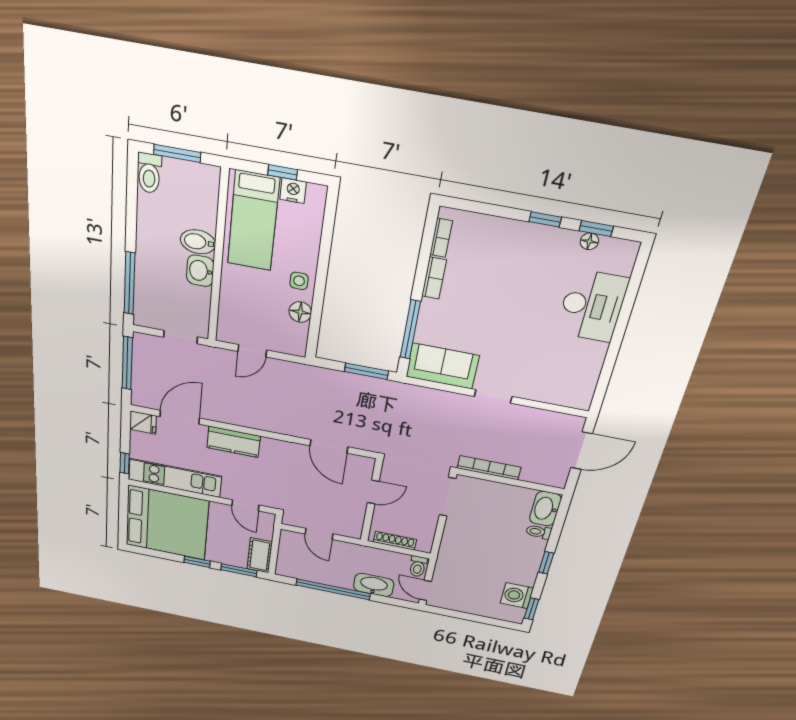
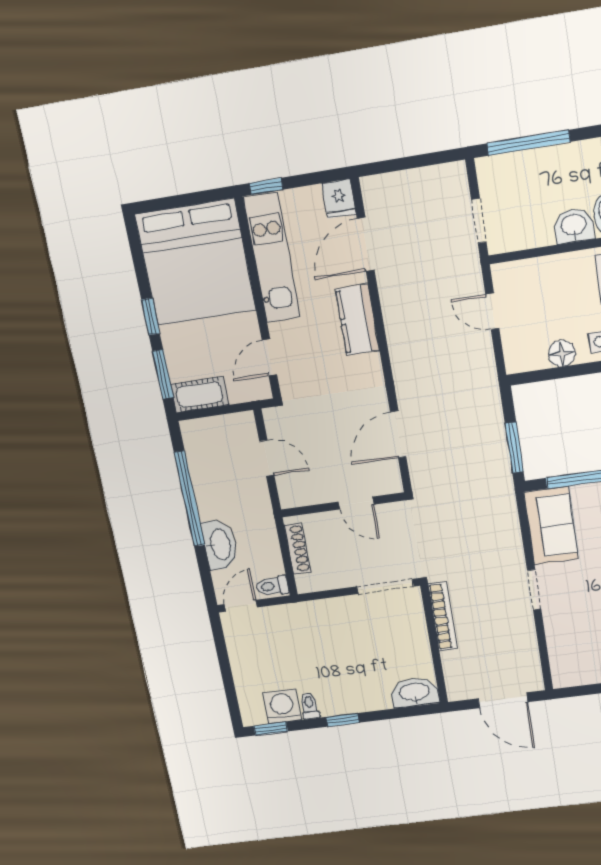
window: (127, 363) -> (418, 161), removed
door: (180, 417) -> (366, 244), swing flipped
toilet: (539, 532) -> (309, 706), moved
door: (319, 534) -> (267, 458), swing flipped

